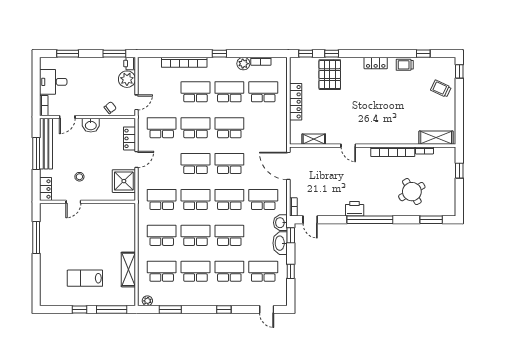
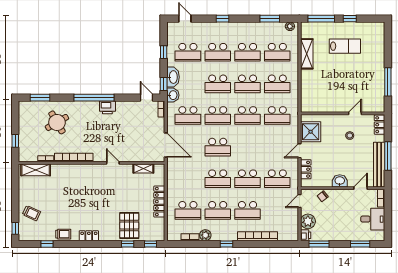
school desk: (196, 164) -> (248, 147), removed

